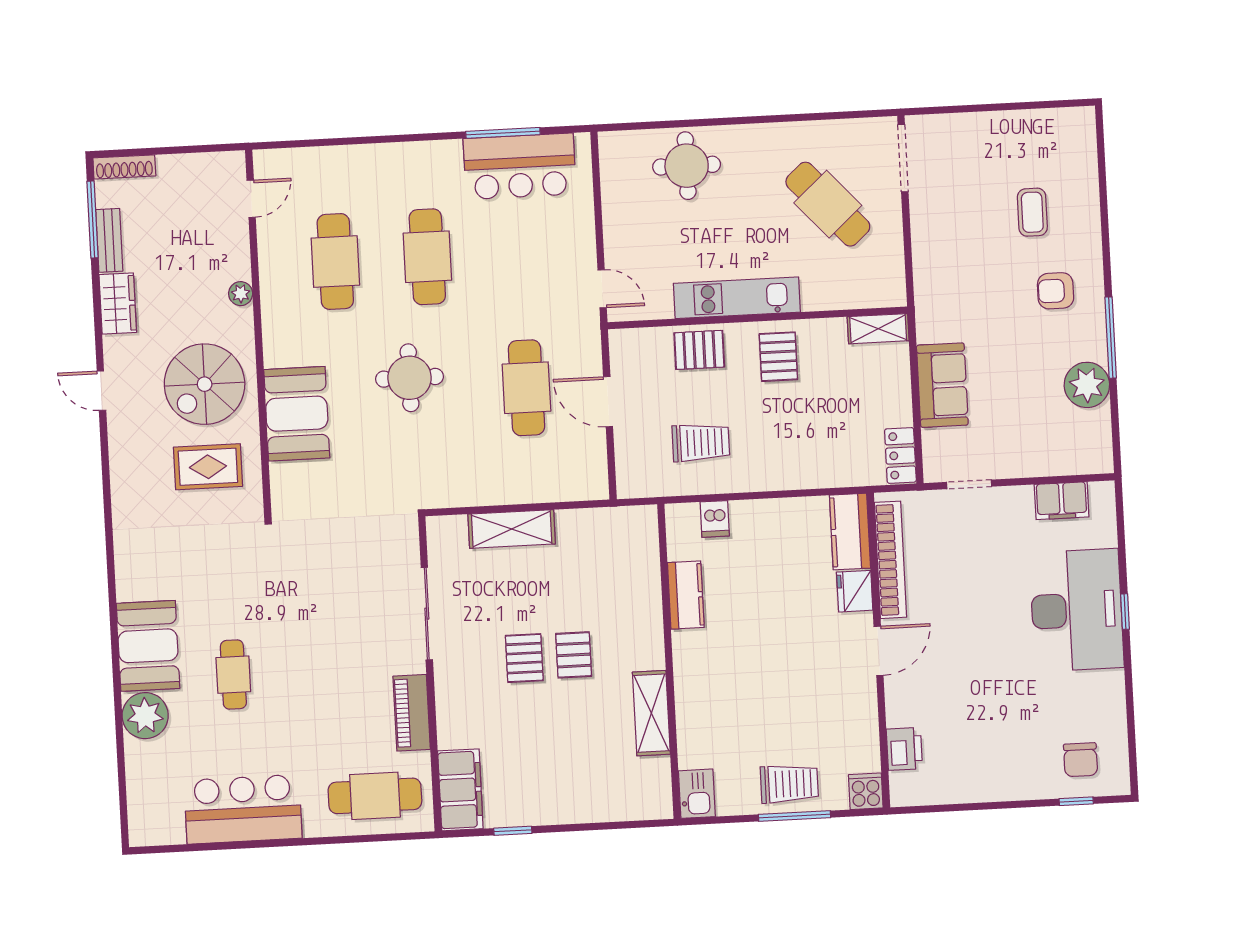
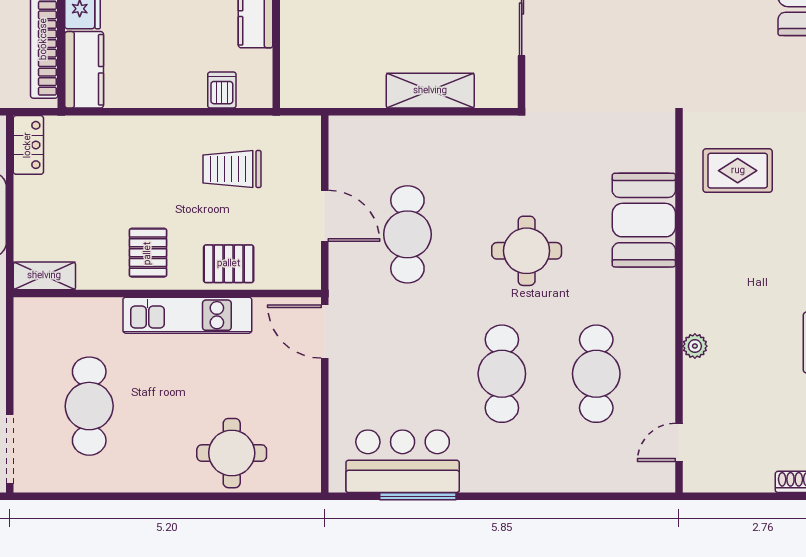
cafe table: (828, 204) -> (89, 406), turned 42
door: (602, 289) -> (325, 332), width x1.38
spiral stairs: (205, 384) -> (737, 255), removed

